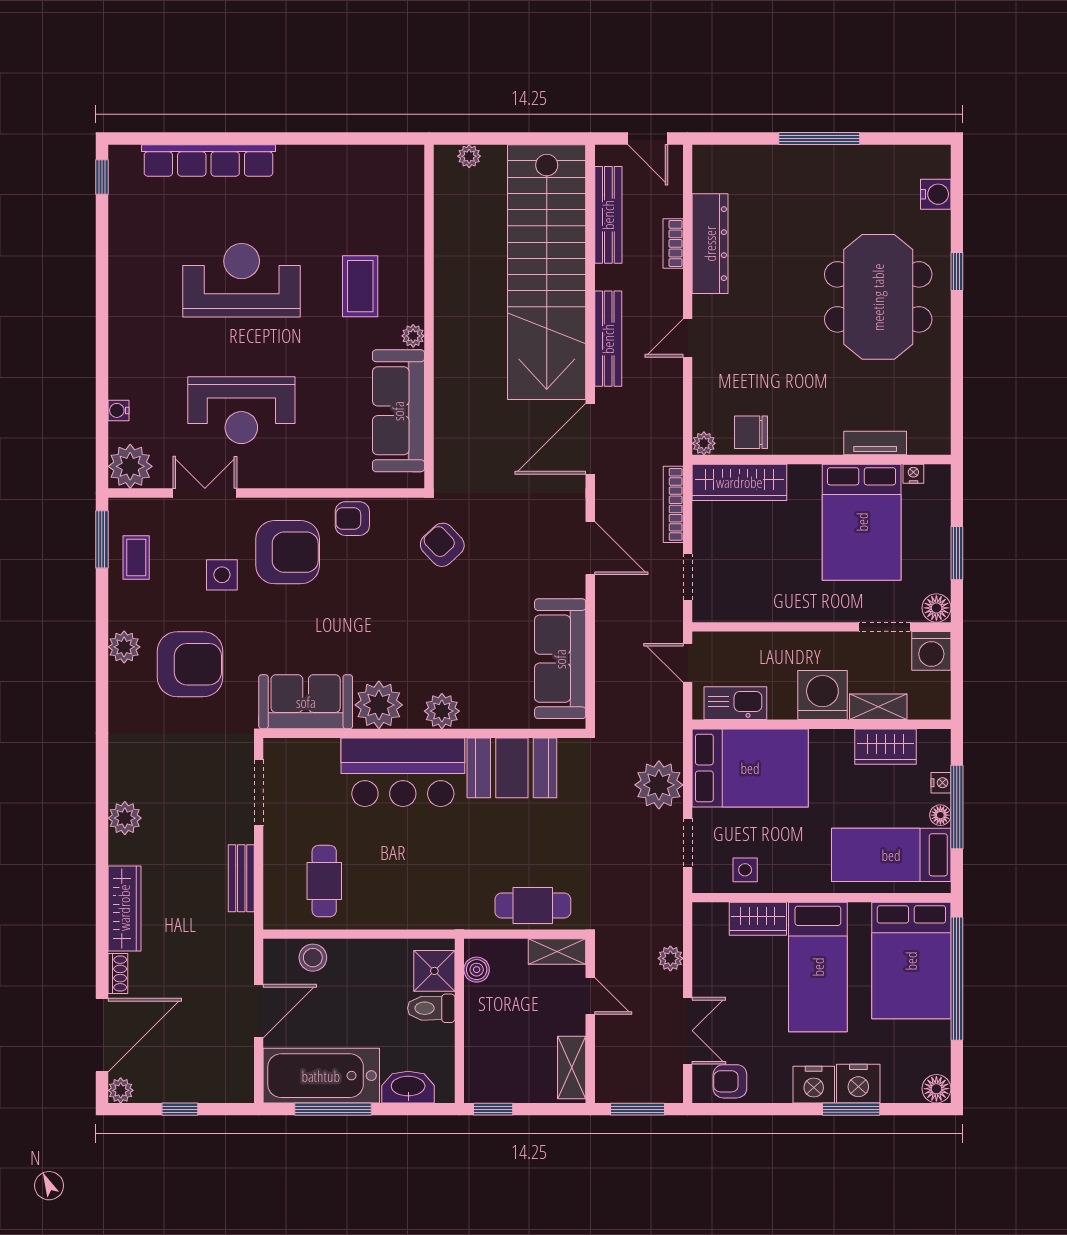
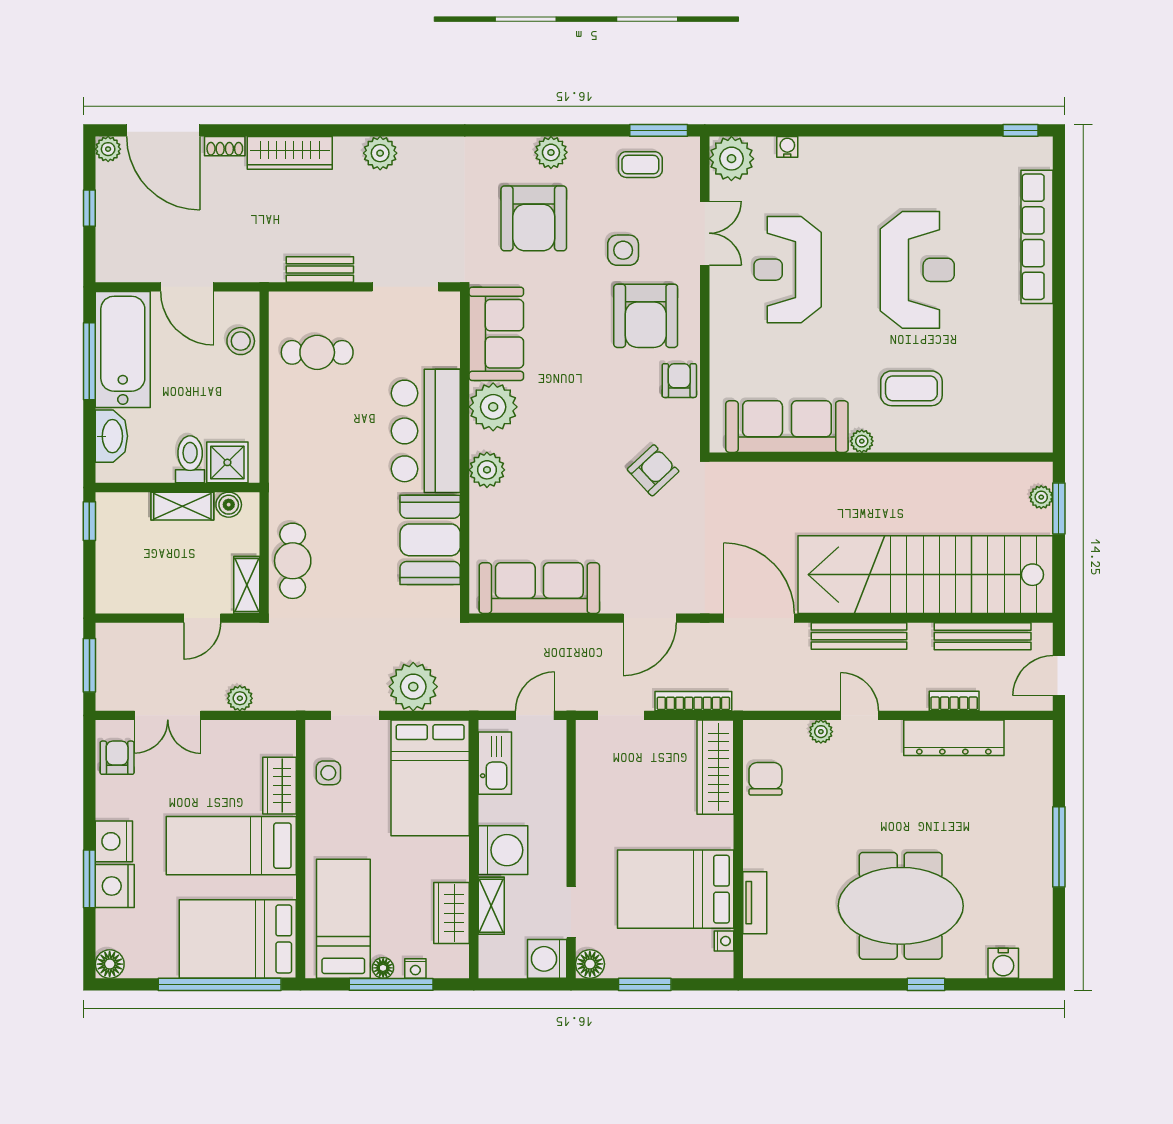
window: (480, 139) -> (1059, 508), added
plant: (704, 443) -> (821, 732), moved
shelving: (572, 1067) -> (182, 506), moved

